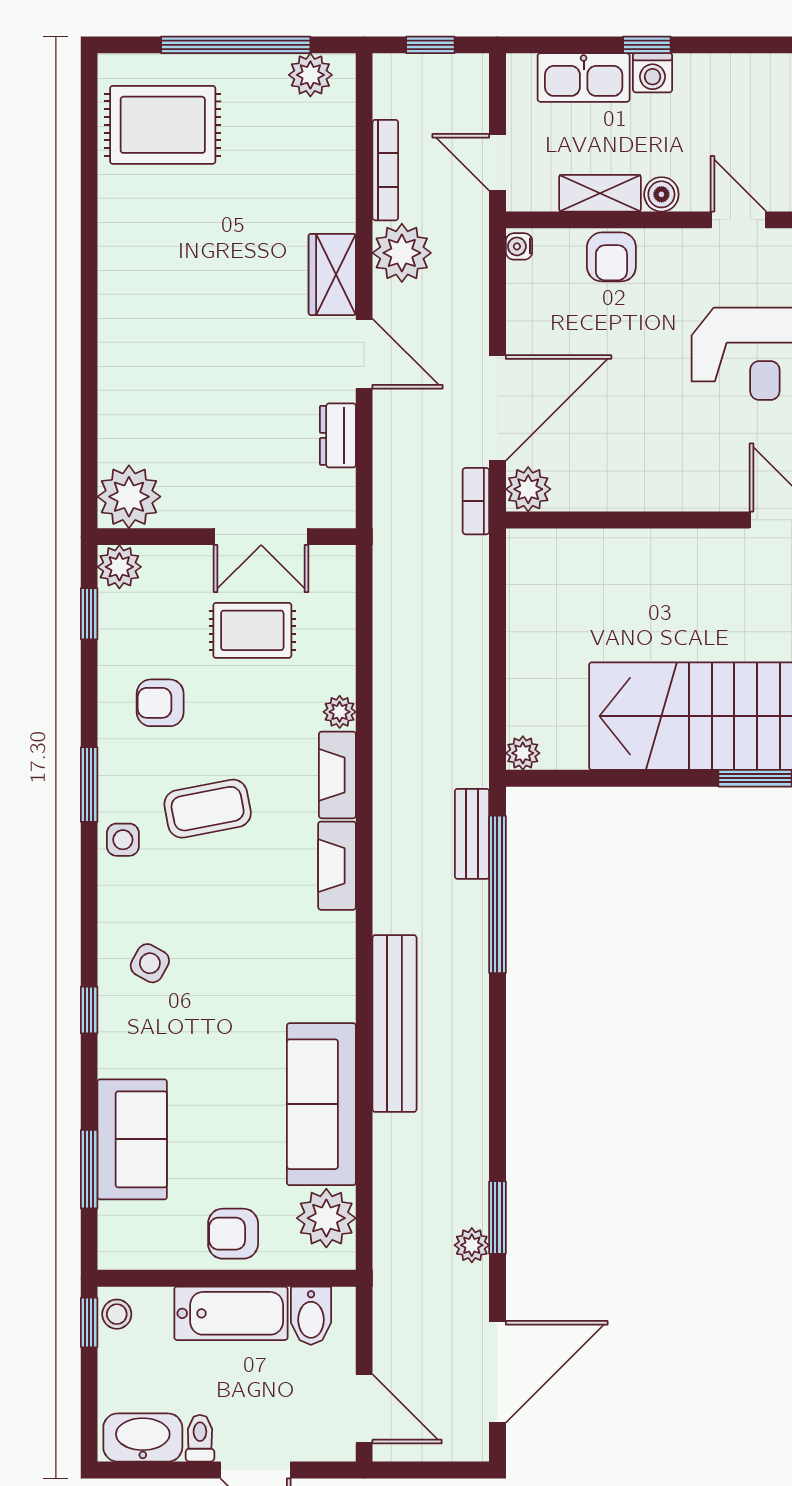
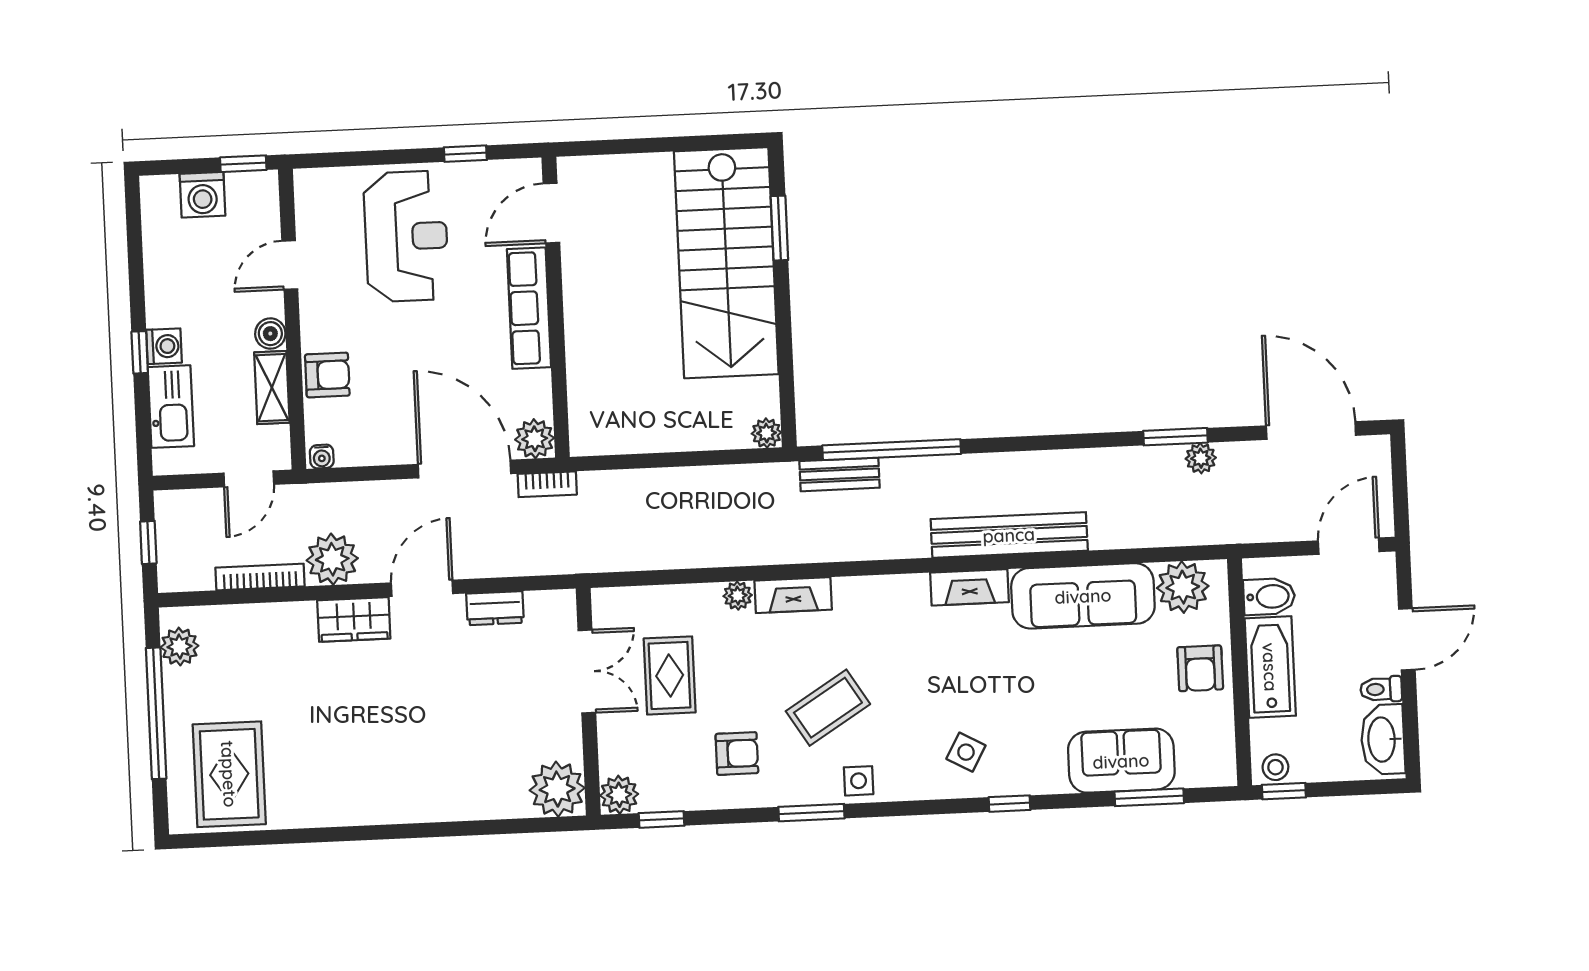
row of seats: (677, 490) -> (529, 308), added
armchair: (160, 703) -> (737, 753), turned -90
coffee table: (208, 809) -> (828, 708), turned 69
fireplace: (337, 866) -> (969, 587), moved

